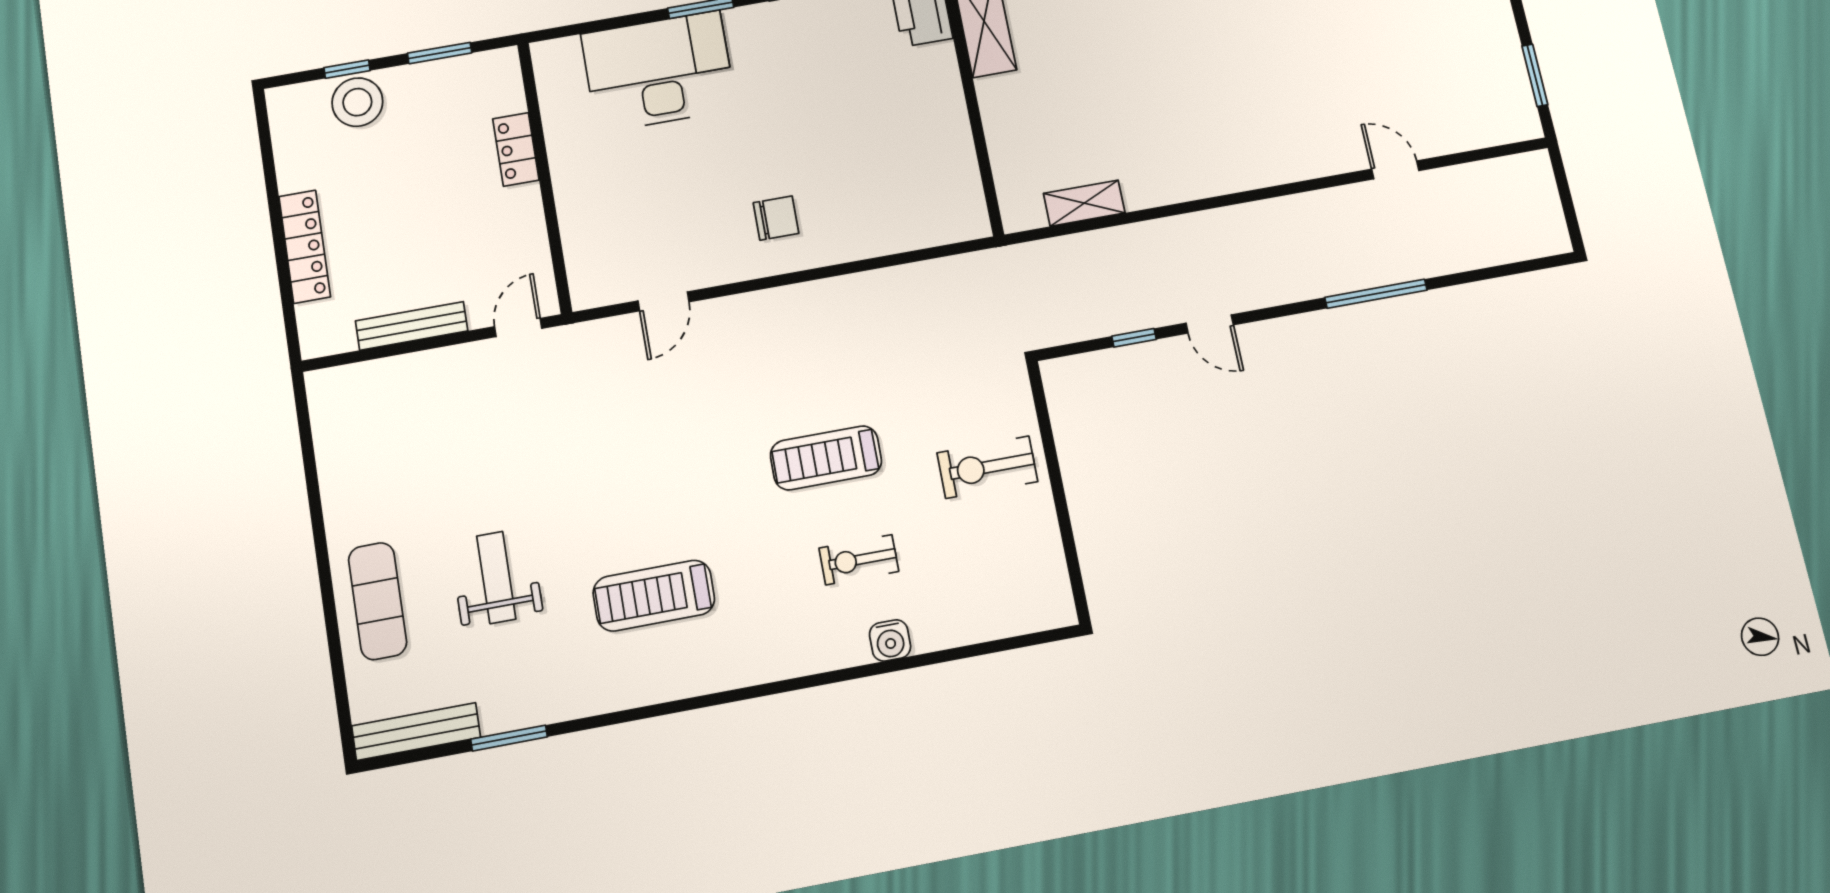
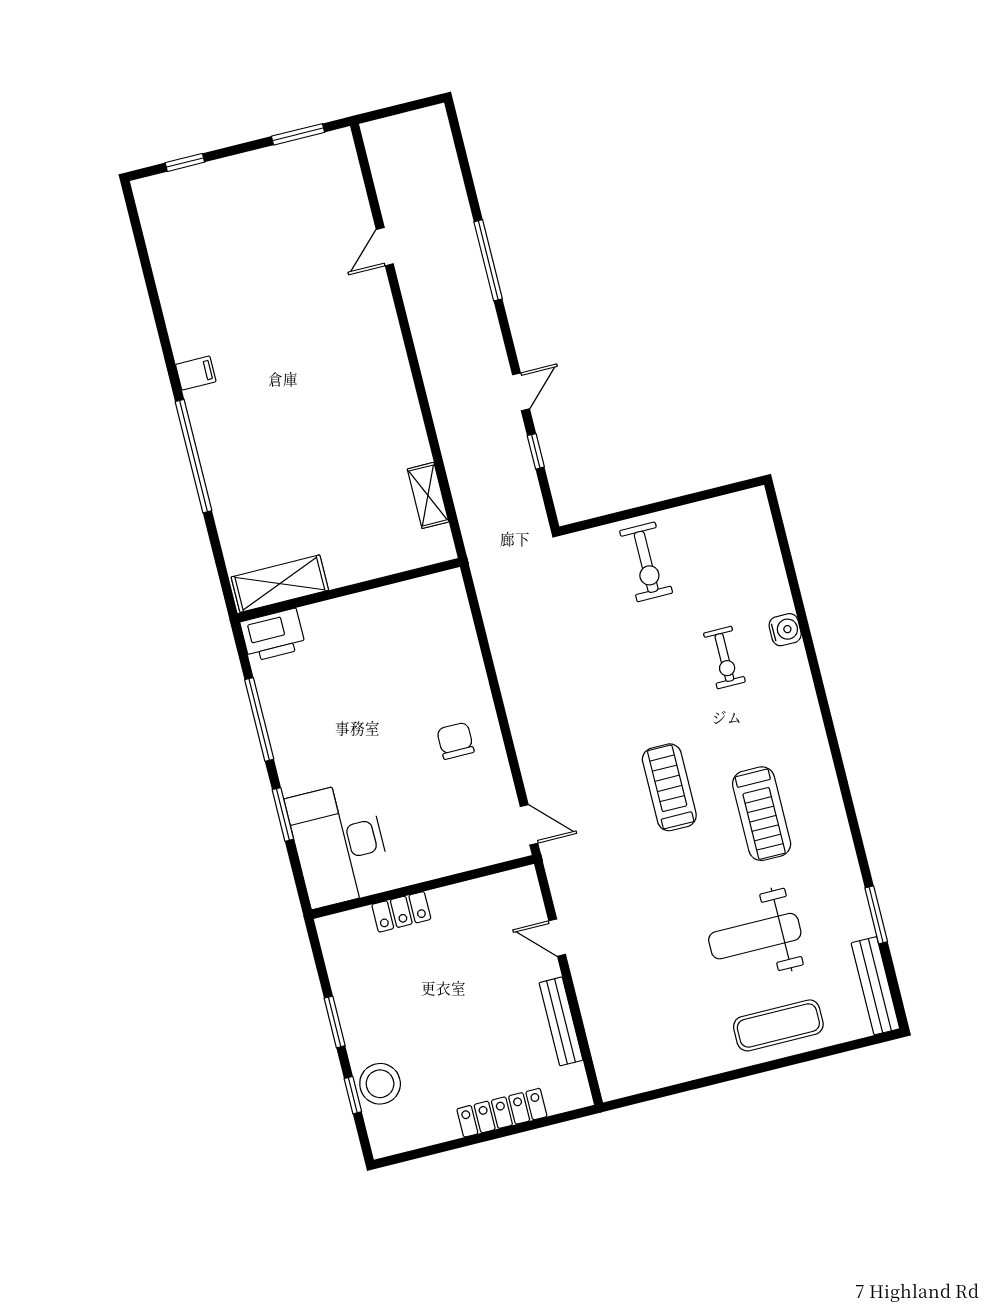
locker: (516, 149) -> (401, 912), moved
wall: (544, 177) -> (423, 887), moved
treadmill: (826, 458) -> (669, 787), moved, turned 180
weight bench: (496, 577) -> (755, 936), width x1.36, depth x1.33

